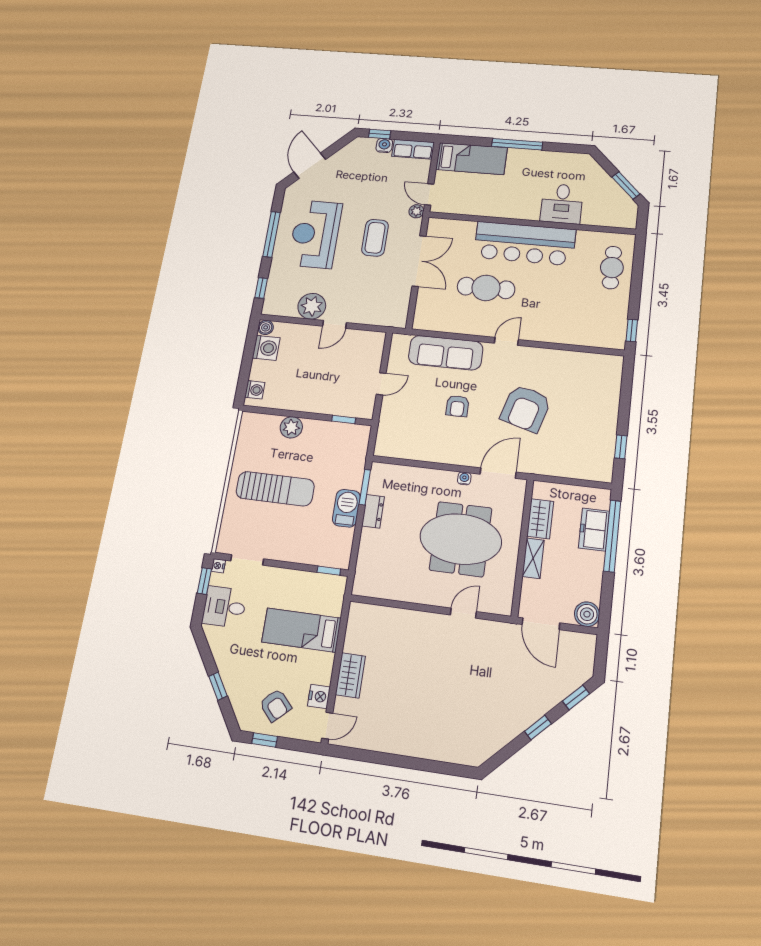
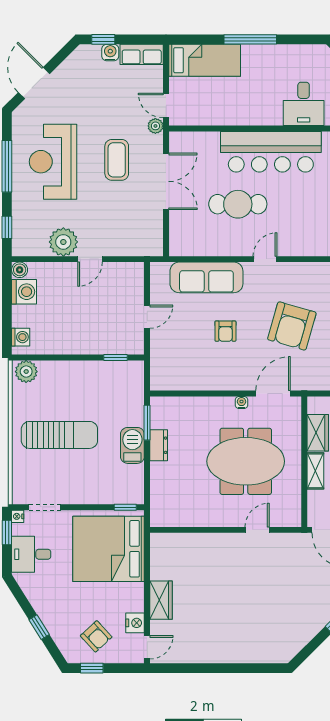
plant: (291, 427) -> (26, 372), moved
bed: (301, 630) -> (109, 549), width x2.04

